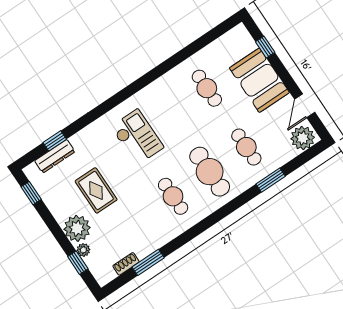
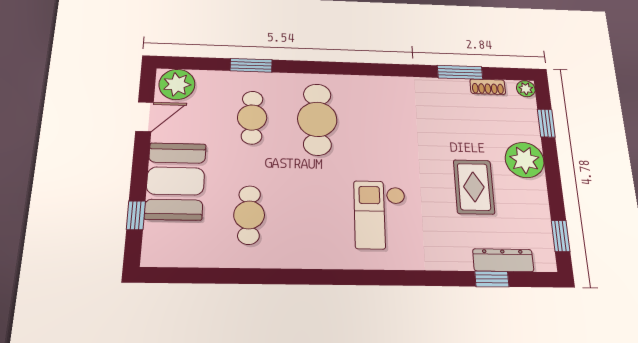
cafe table: (173, 196) -> (382, 121), removed
plant: (83, 250) -> (526, 89), moved

